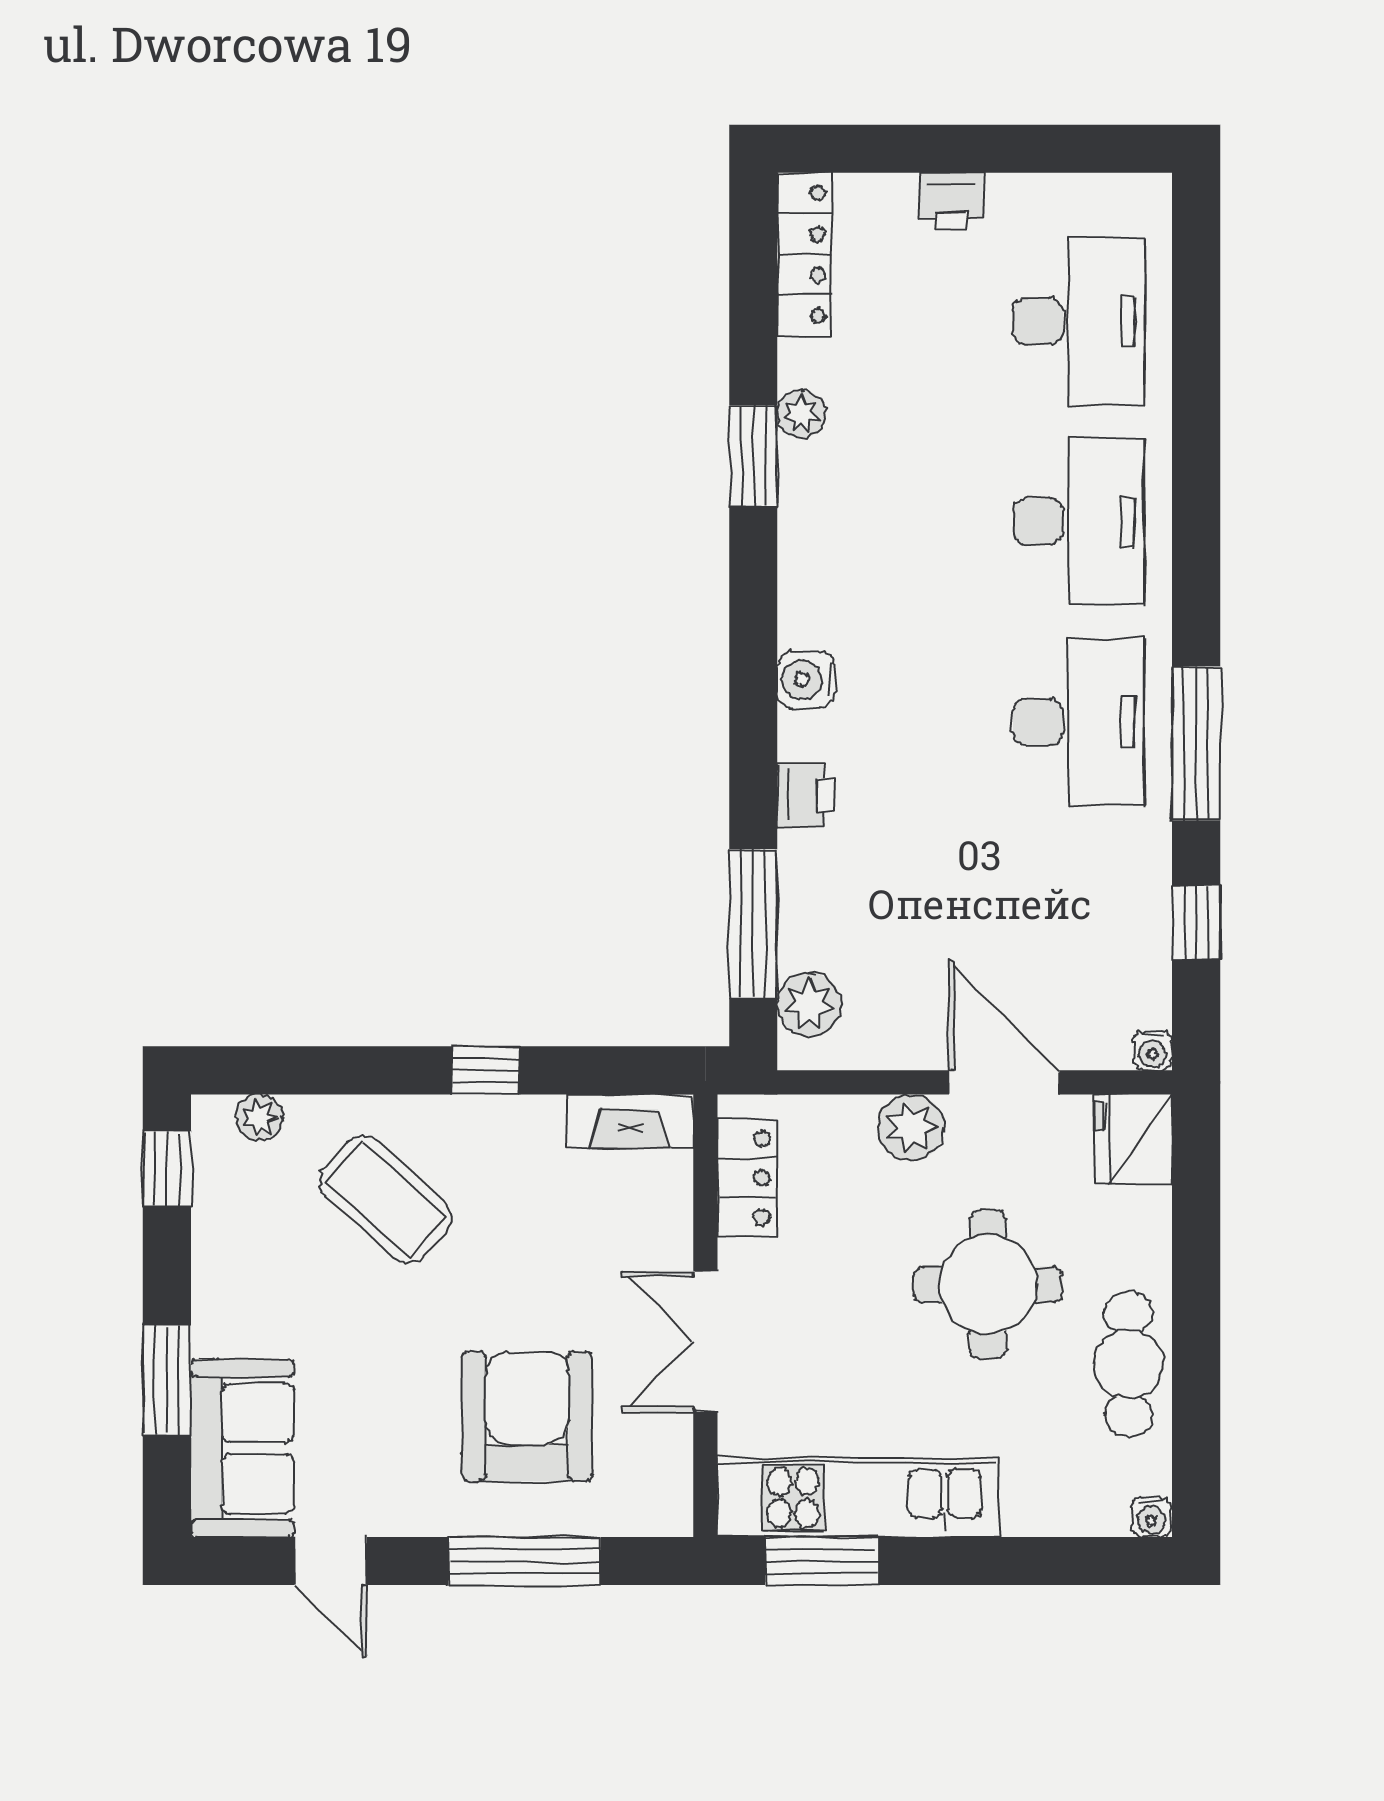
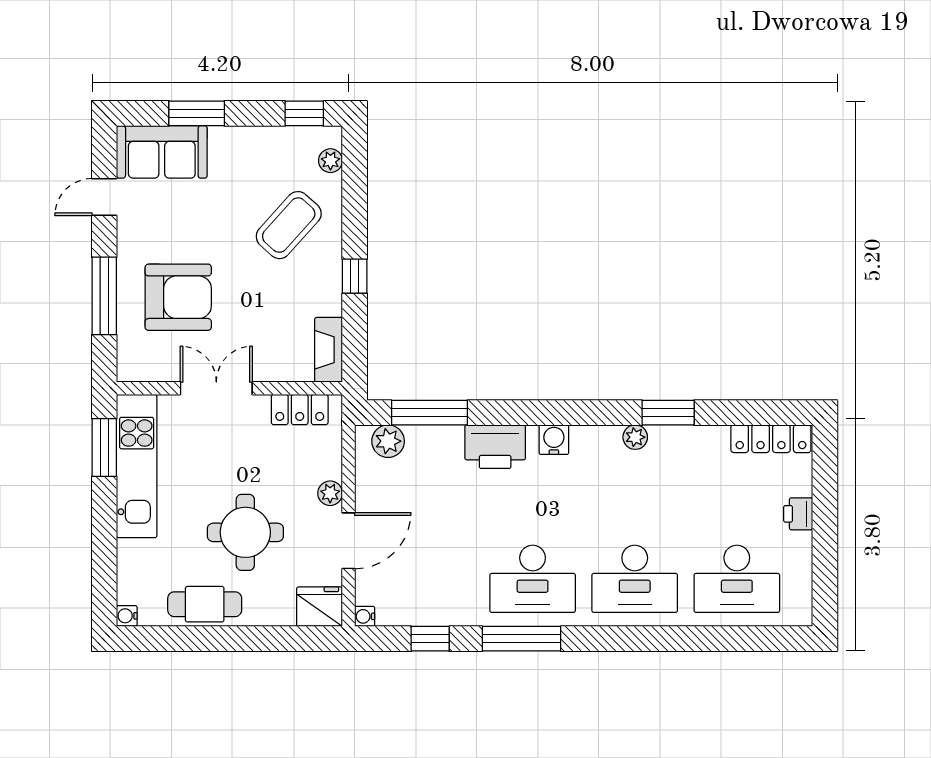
plant: (801, 414) -> (635, 437), moved
printer: (806, 795) -> (495, 447), width x1.87, depth x1.48
plant: (911, 1127) -> (330, 493), width x0.73, depth x0.73

